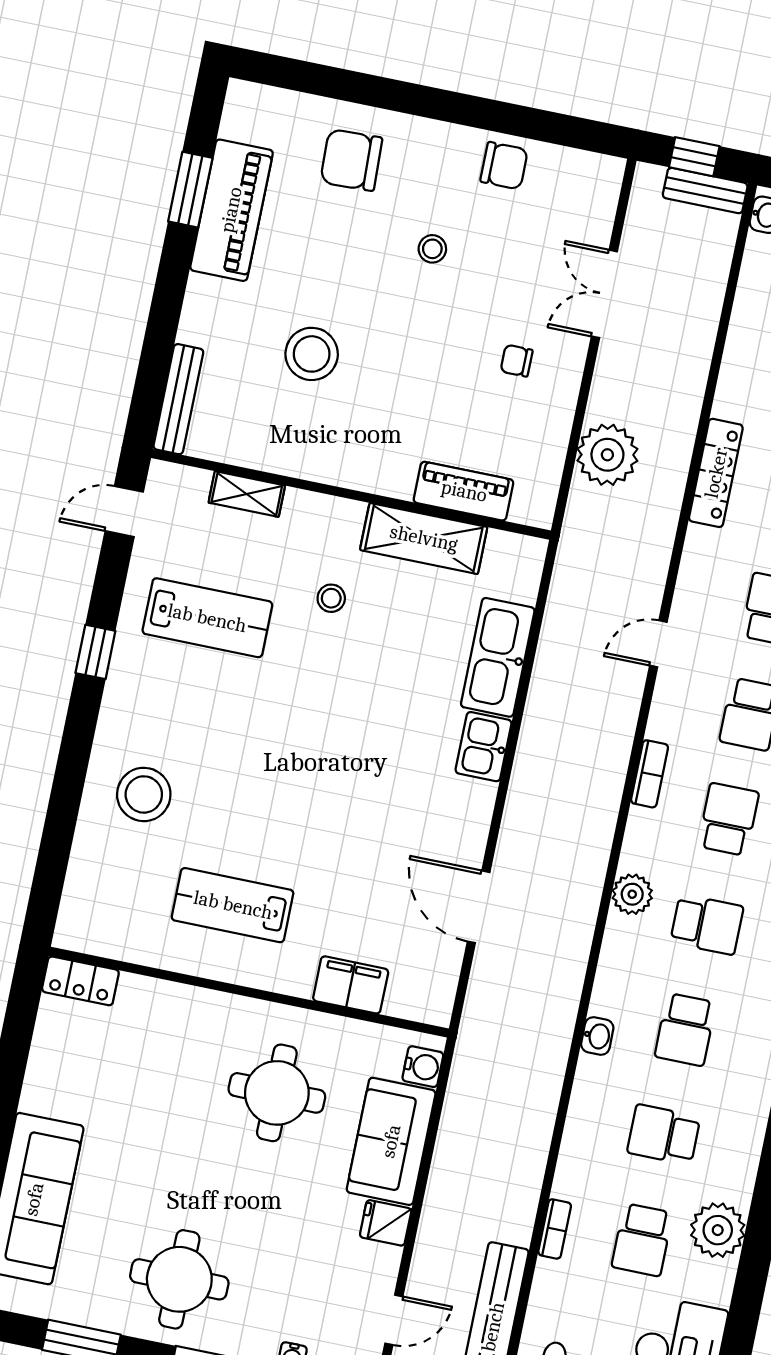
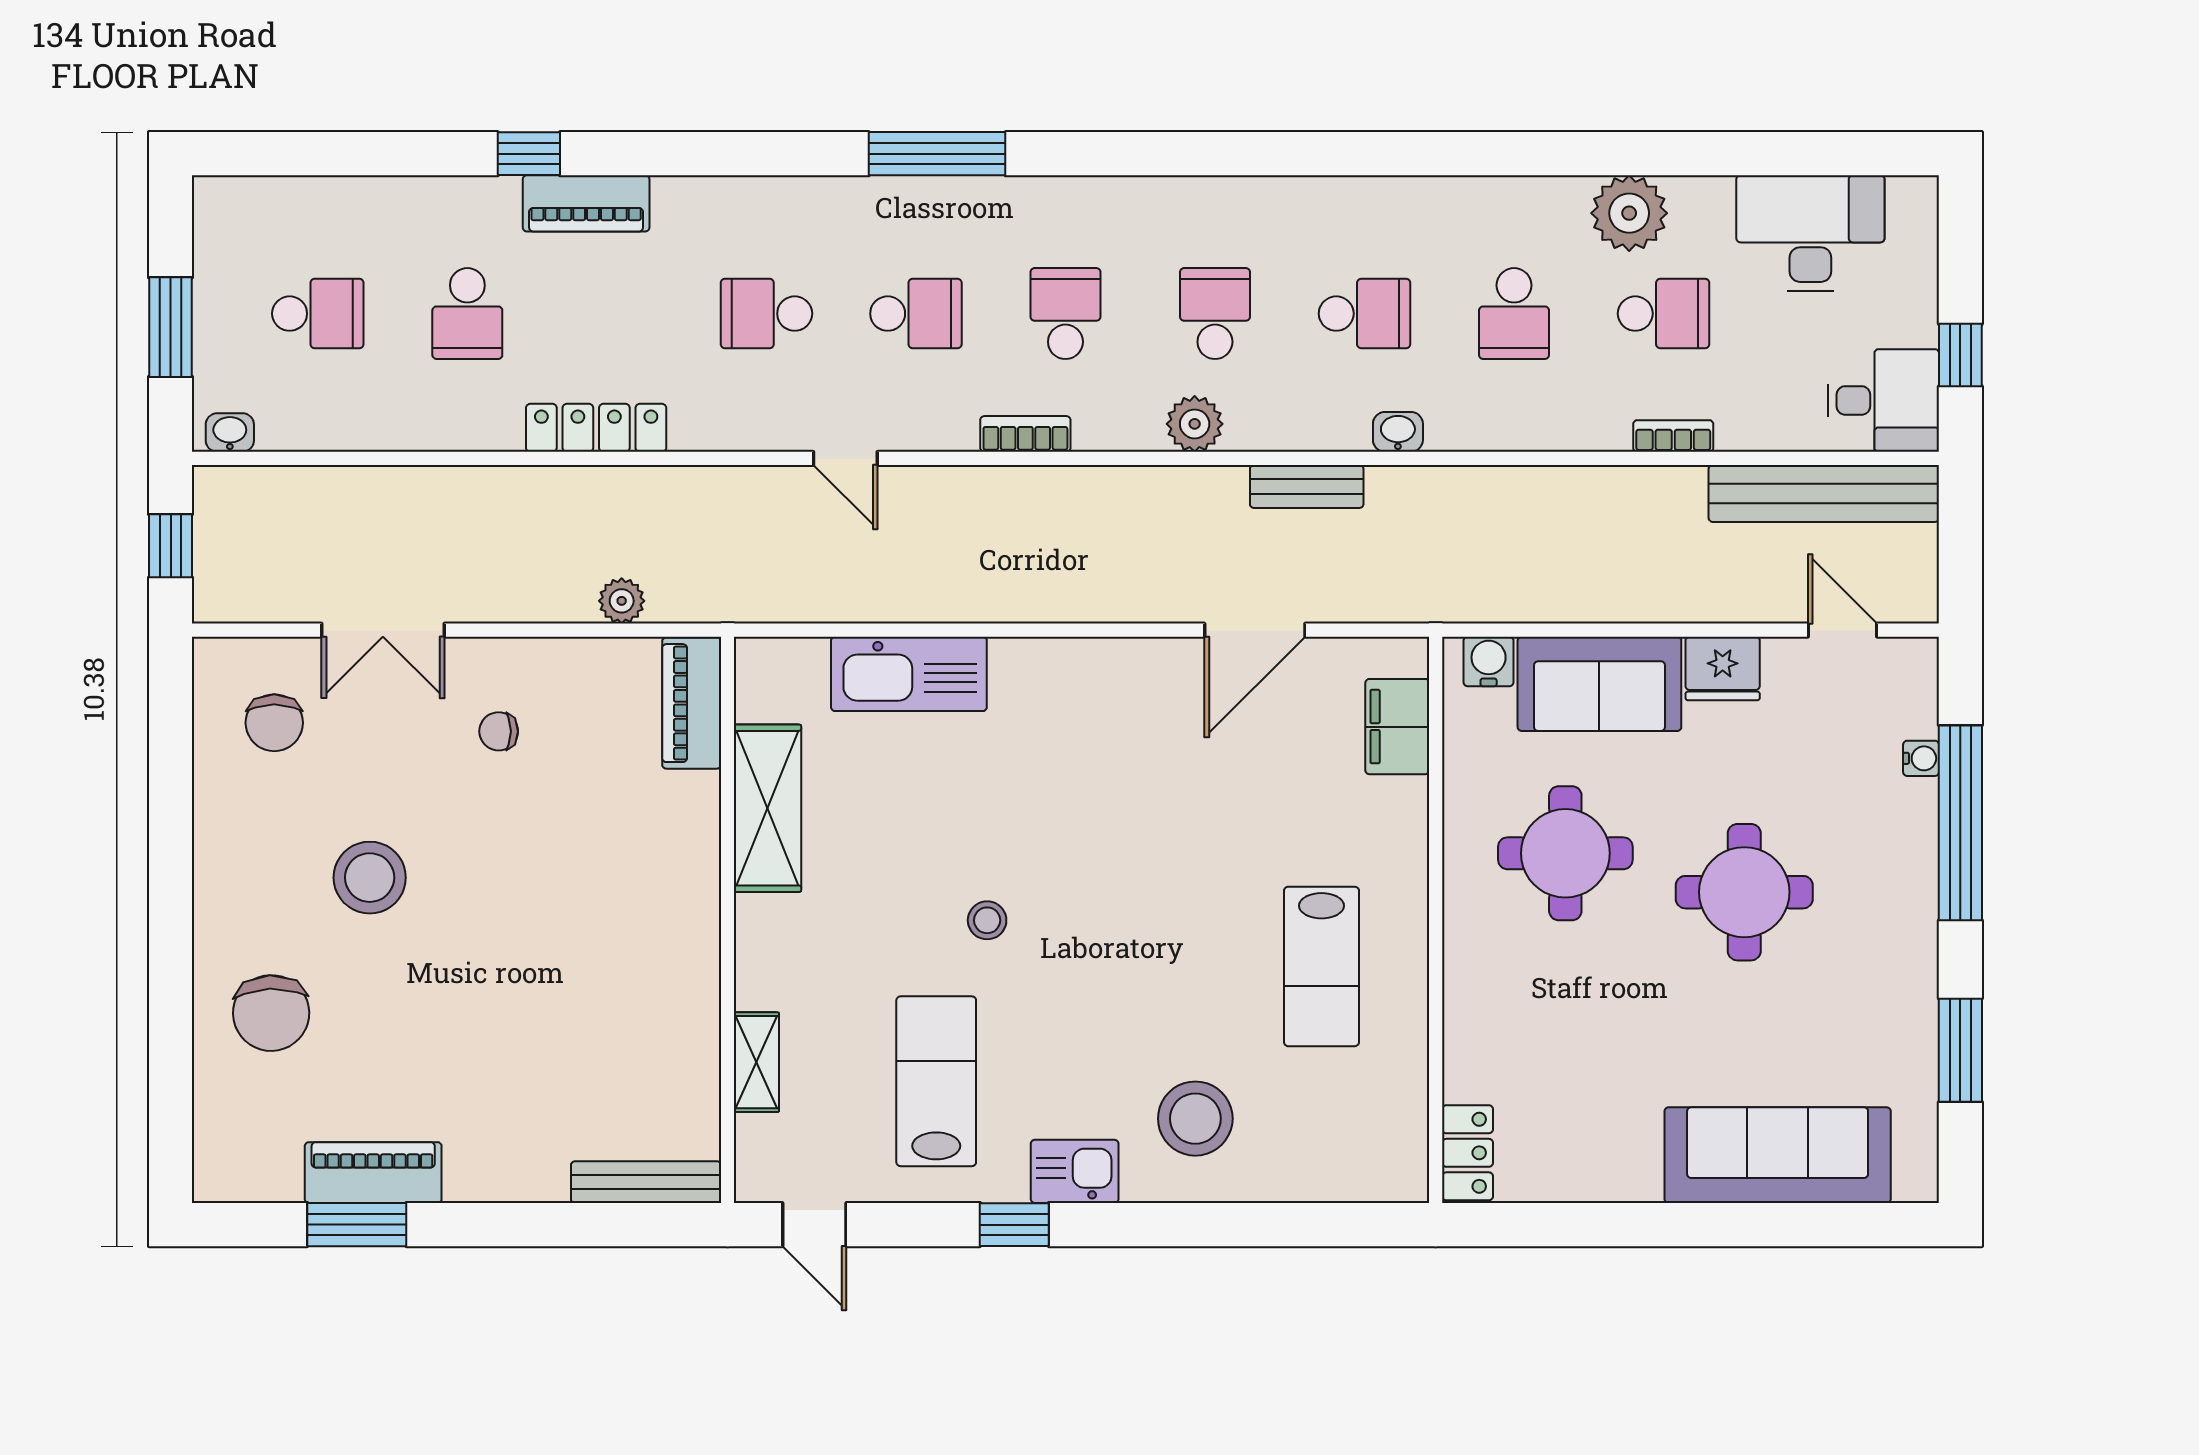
chair: (504, 166) -> (274, 723), moved, turned 180
bench: (705, 191) -> (1307, 487), moved, turned 90
piano: (231, 210) -> (373, 1173), width x0.73, depth x0.75
stool: (432, 249) -> (370, 878), width x1.89, depth x1.89
stool: (312, 354) -> (547, 1013), removed
chair: (517, 361) -> (499, 731), turned 90
plant: (607, 455) -> (622, 601), width x0.53, depth x0.53
piano: (464, 491) -> (692, 703), moved
stool: (331, 598) -> (987, 920), moved
kitchen sink: (484, 747) -> (1075, 1171), moved, turned 180
school desk: (728, 819) -> (1065, 314), turned 90
filing cabinet: (351, 985) -> (1397, 727), moved
fridge: (386, 1223) -> (1723, 668), width x1.38
round table: (179, 1279) -> (1744, 892), moved

